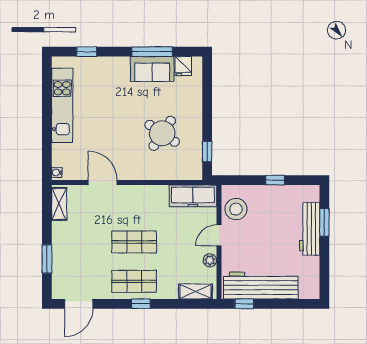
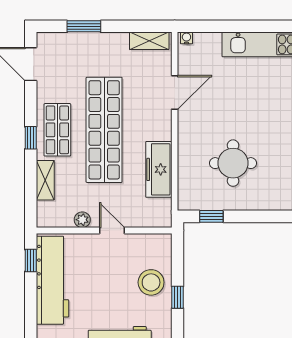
round table: (162, 133) -> (233, 163), turned -34
freezer: (193, 196) -> (159, 169), moved
stool: (236, 209) -> (151, 282), moved
shop shelf: (134, 242) -> (104, 130), width x2.00, depth x1.36
shelving: (195, 291) -> (45, 180), moved

